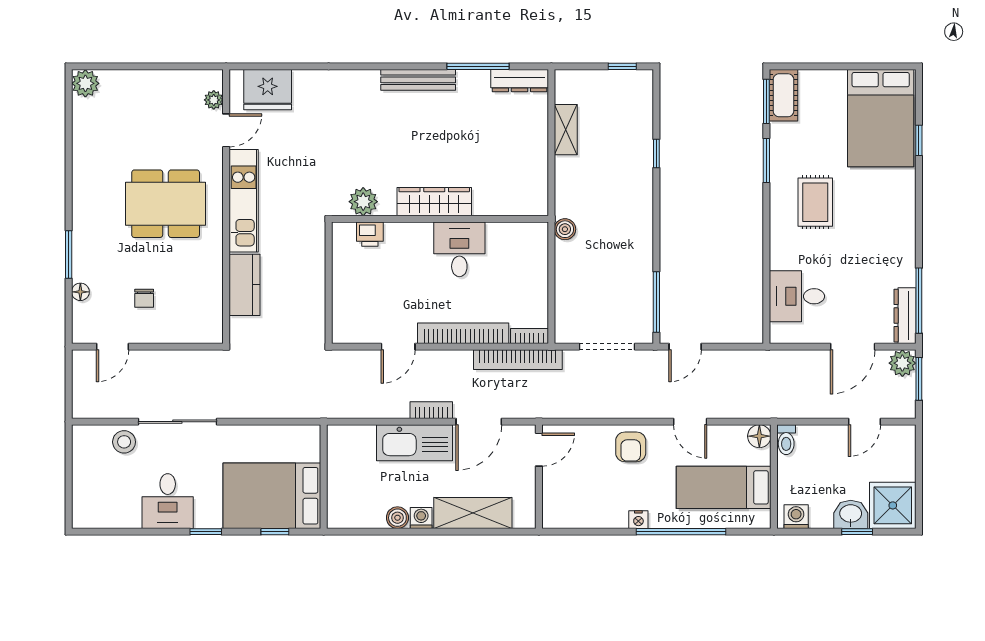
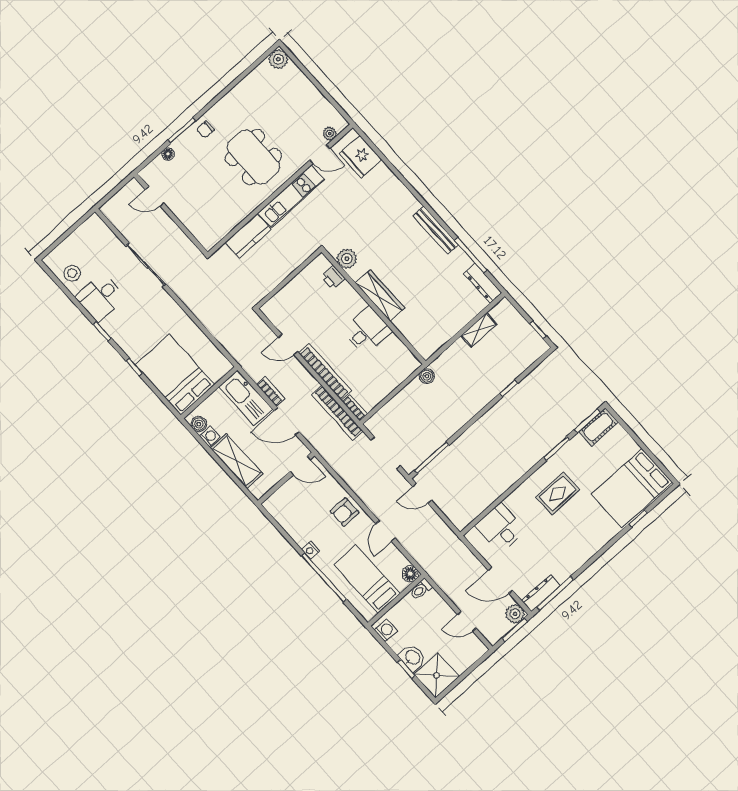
chair: (144, 298) -> (205, 129), moved
stool: (124, 442) -> (72, 273), moved
wall: (324, 477) -> (209, 393), moved
bed: (272, 496) -> (175, 375), moved

